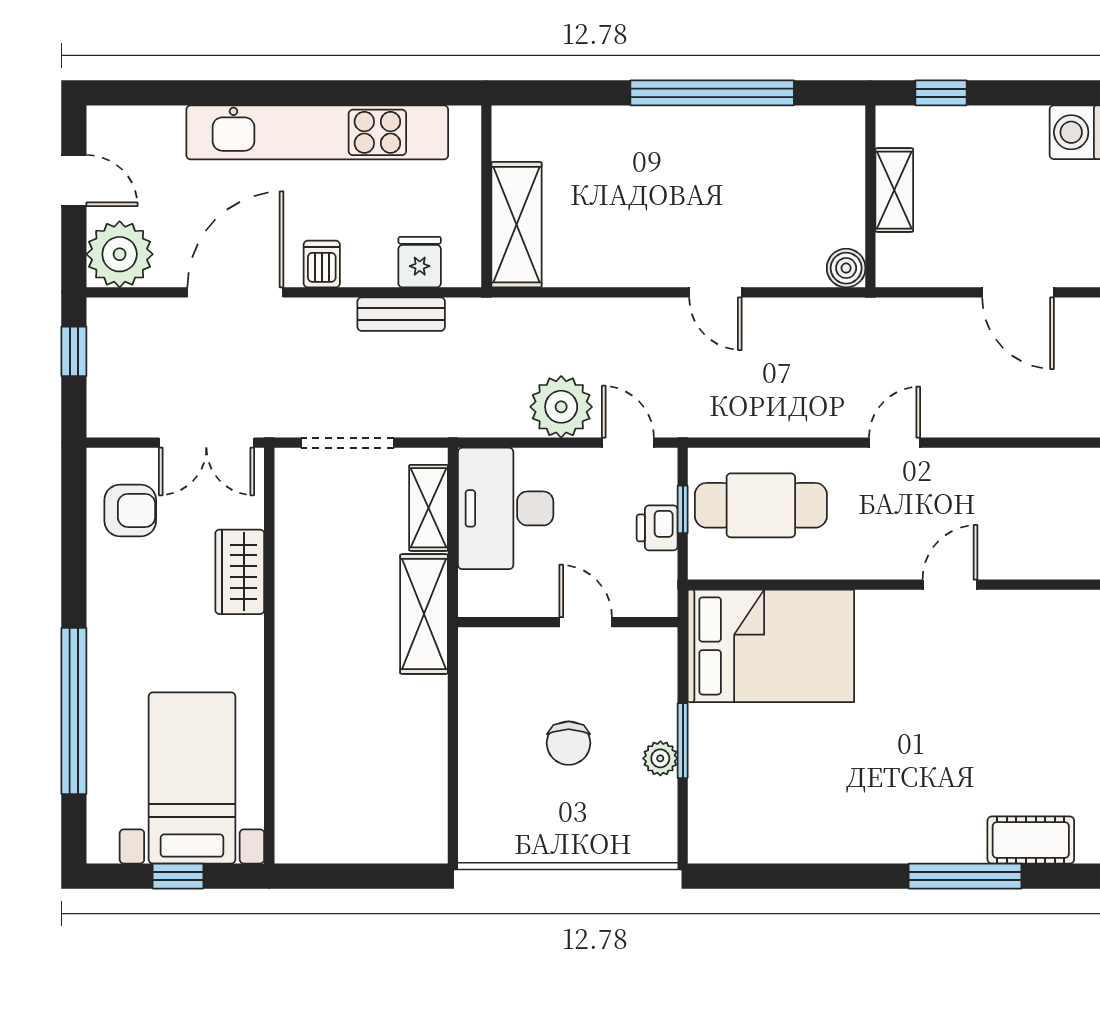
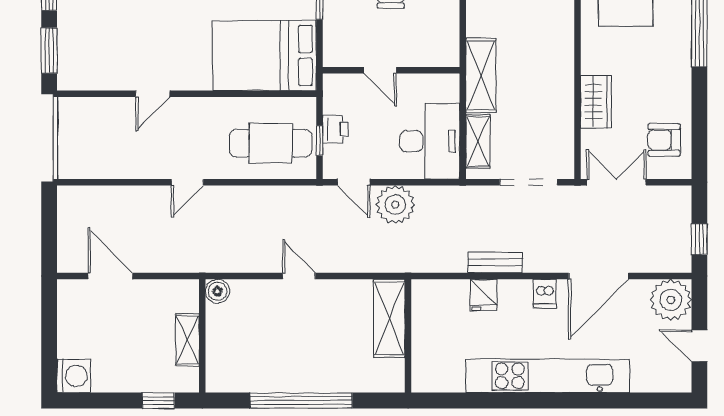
wall: (486, 196) -> (408, 336), moved
shelving: (516, 225) -> (389, 318), moved

